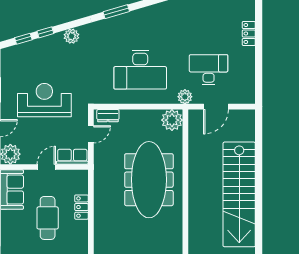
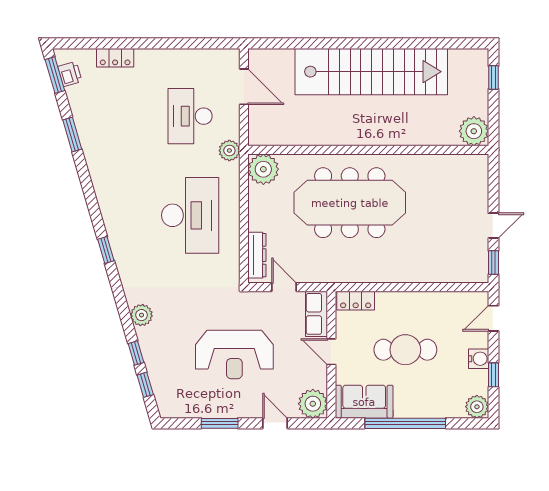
window: (116, 12) -> (106, 250), width x0.67
locker: (249, 33) -> (115, 58), moved
reception desk: (44, 100) -> (234, 354), turned -90
door: (216, 107) -> (244, 87), moved
dresser: (108, 116) -> (257, 255), width x1.44
locker: (81, 207) -> (356, 301), moved

